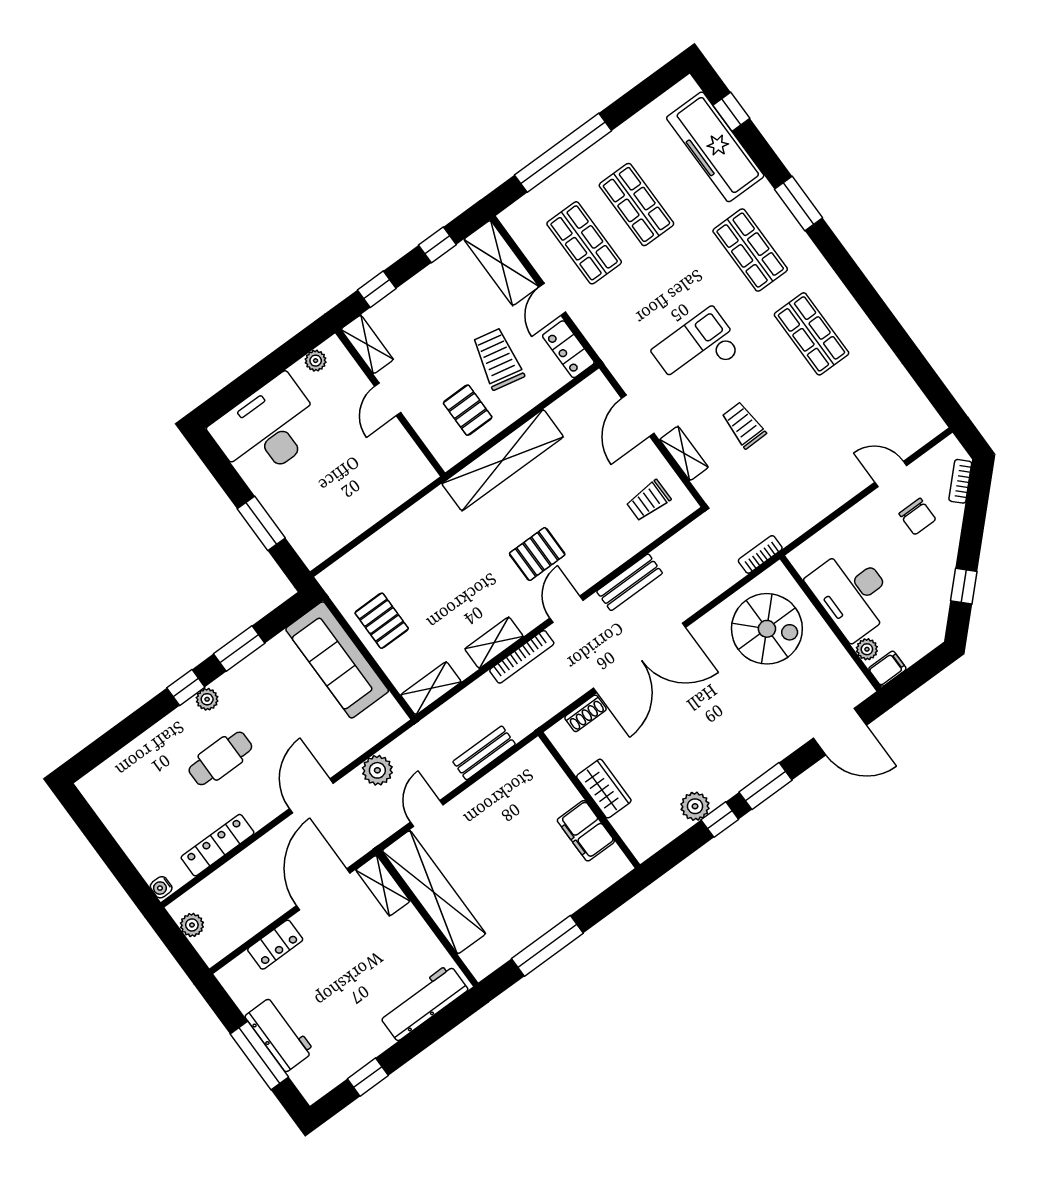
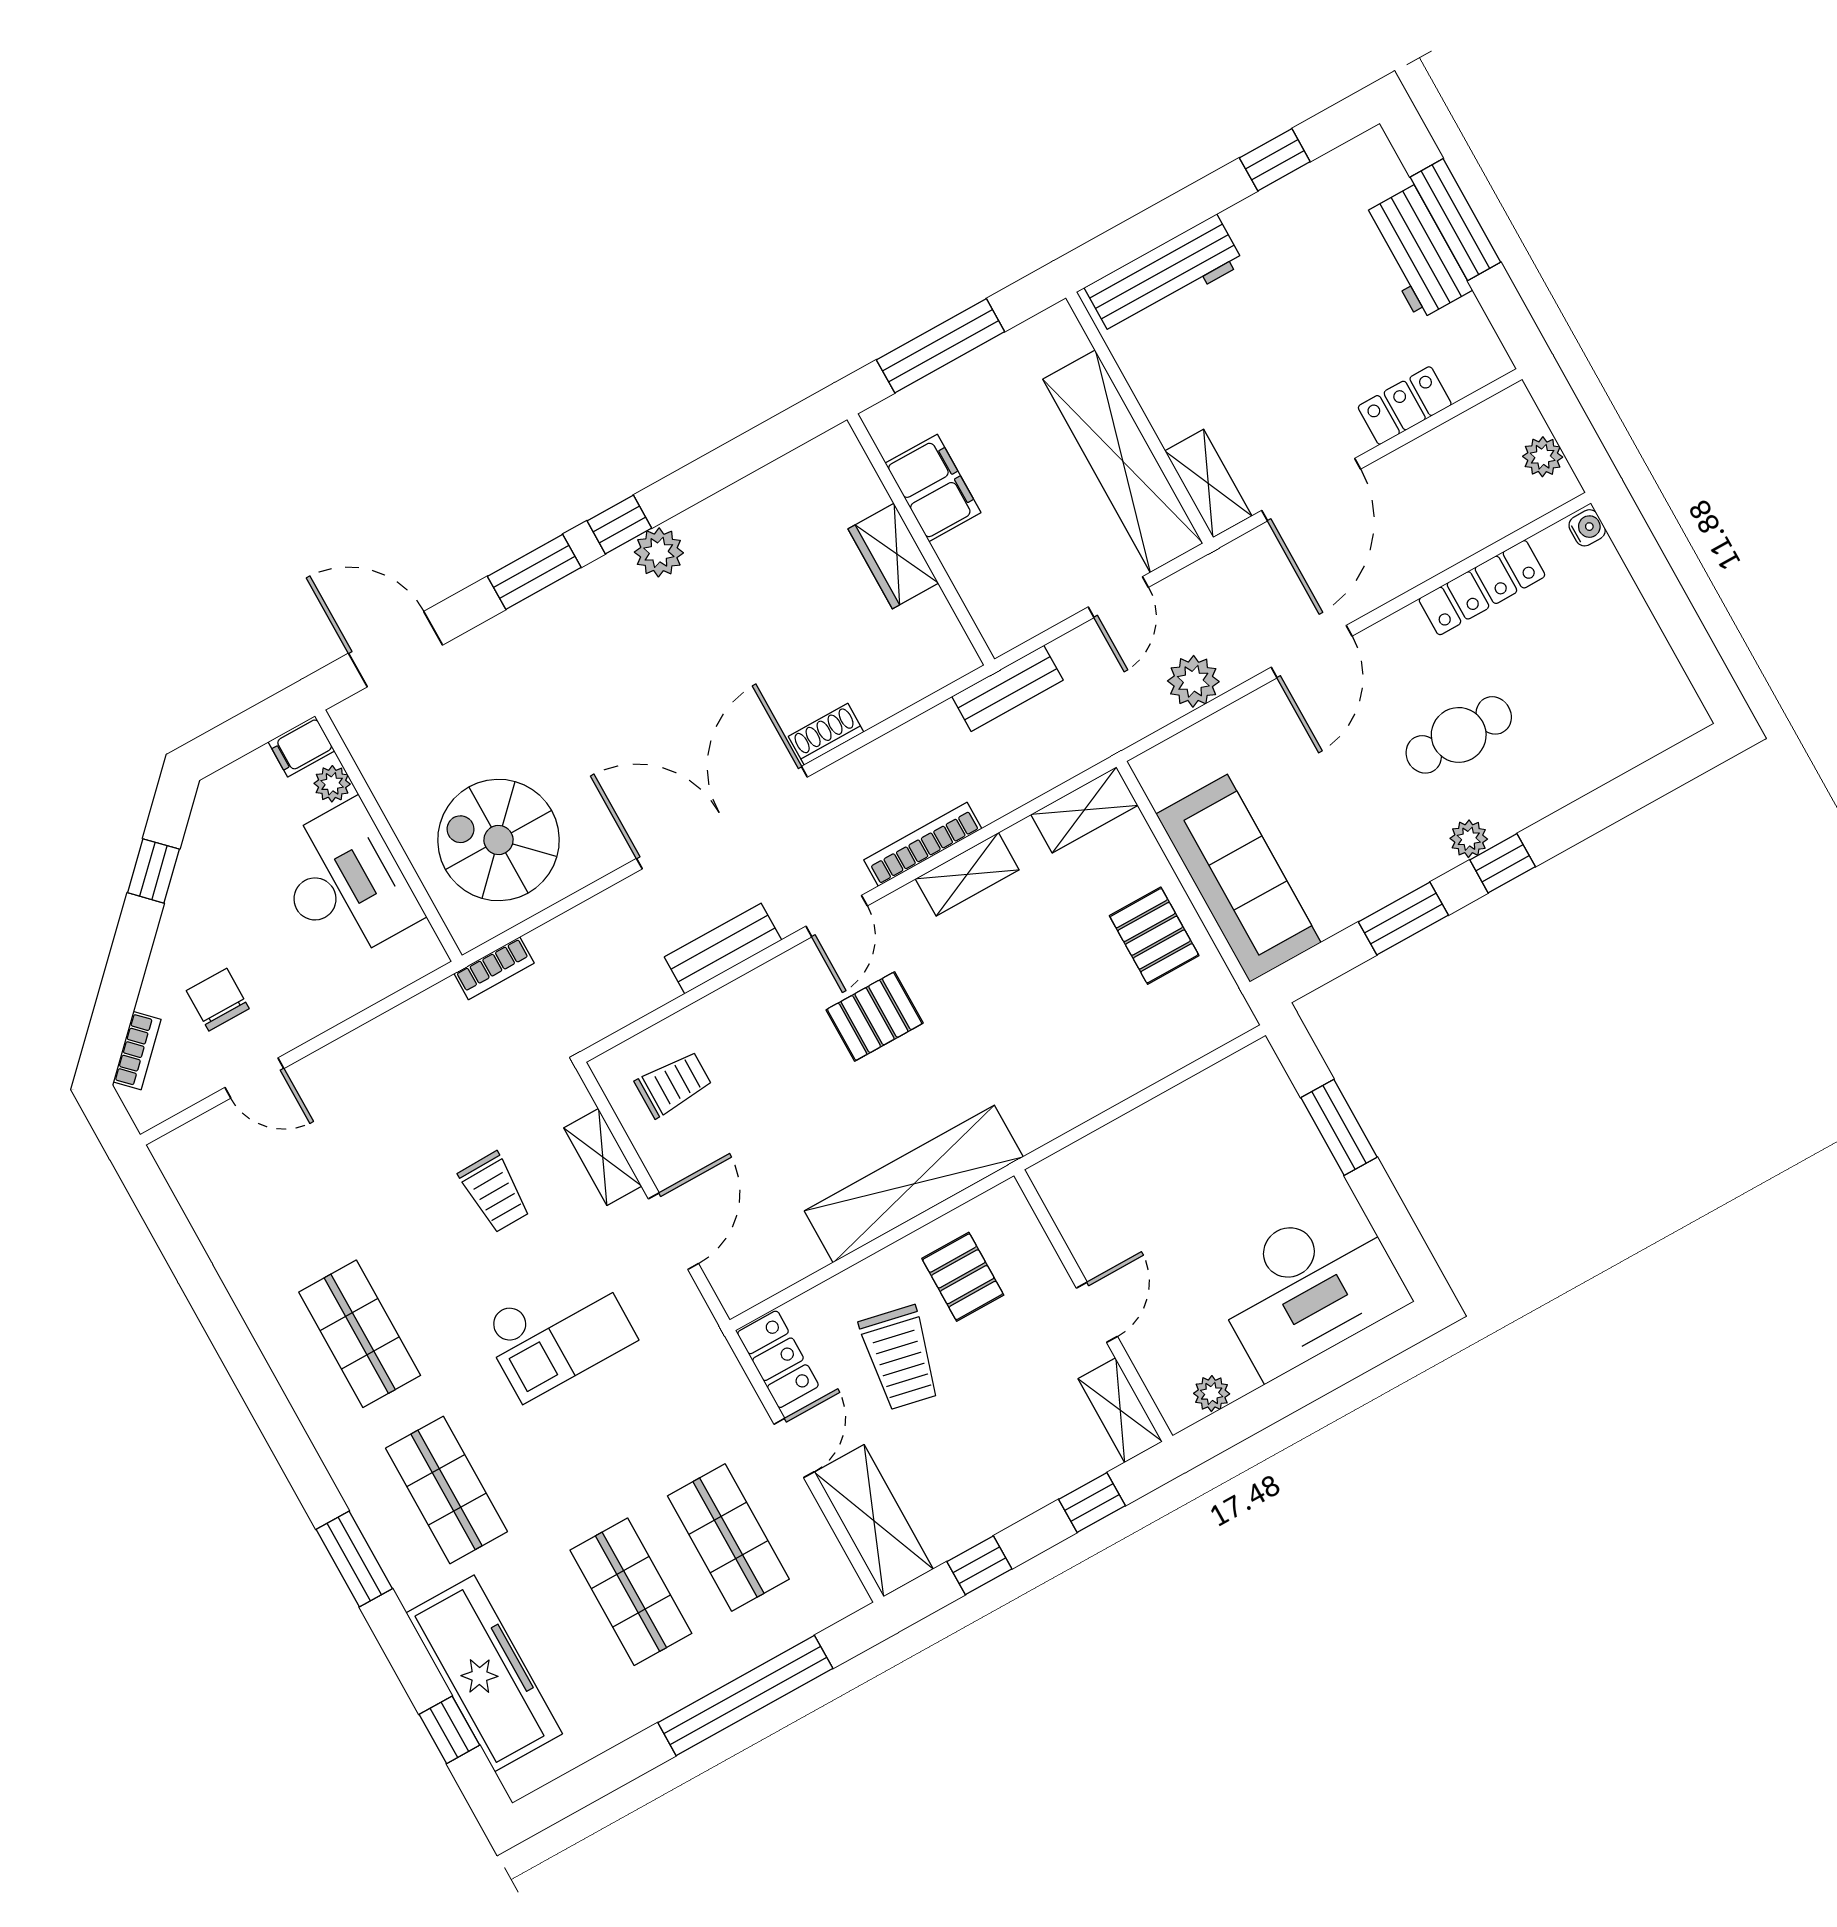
wardrobe: (604, 789) -> (893, 556), moved
wall: (589, 800) -> (921, 539), moved
filing cabinet: (586, 831) -> (933, 488), moved

